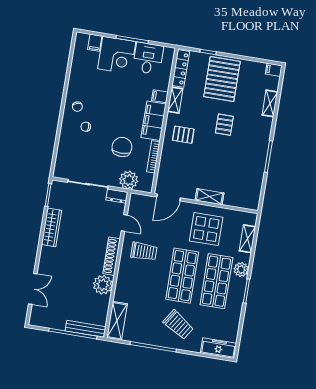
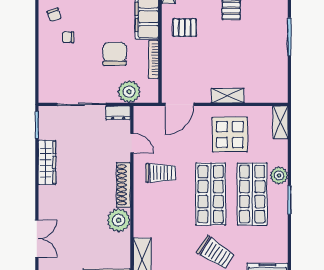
shelving: (247, 239) -> (280, 122), moved

